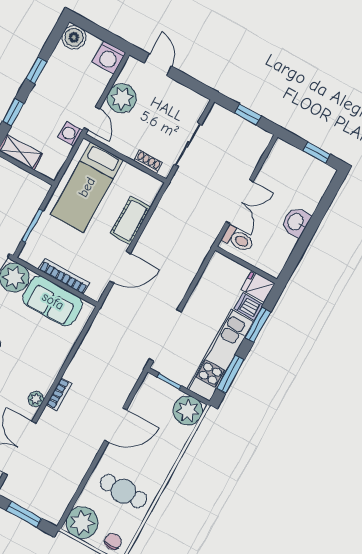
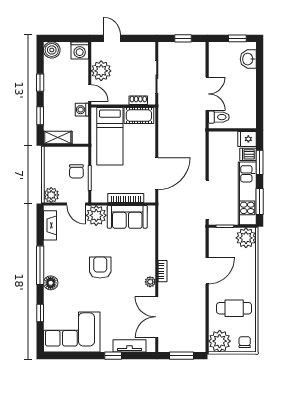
chair: (20, 208) -> (76, 171), added
cot: (130, 220) -> (139, 116), moved, turned 90
washbasin: (296, 222) -> (248, 59), moved
door: (120, 267) -> (157, 174), width x1.36

